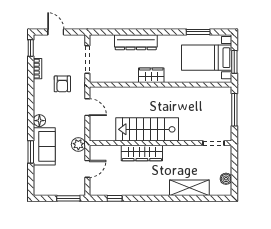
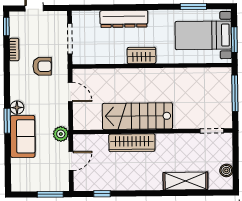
armchair: (62, 84) -> (42, 66), turned -90
window: (31, 152) -> (7, 121), moved

